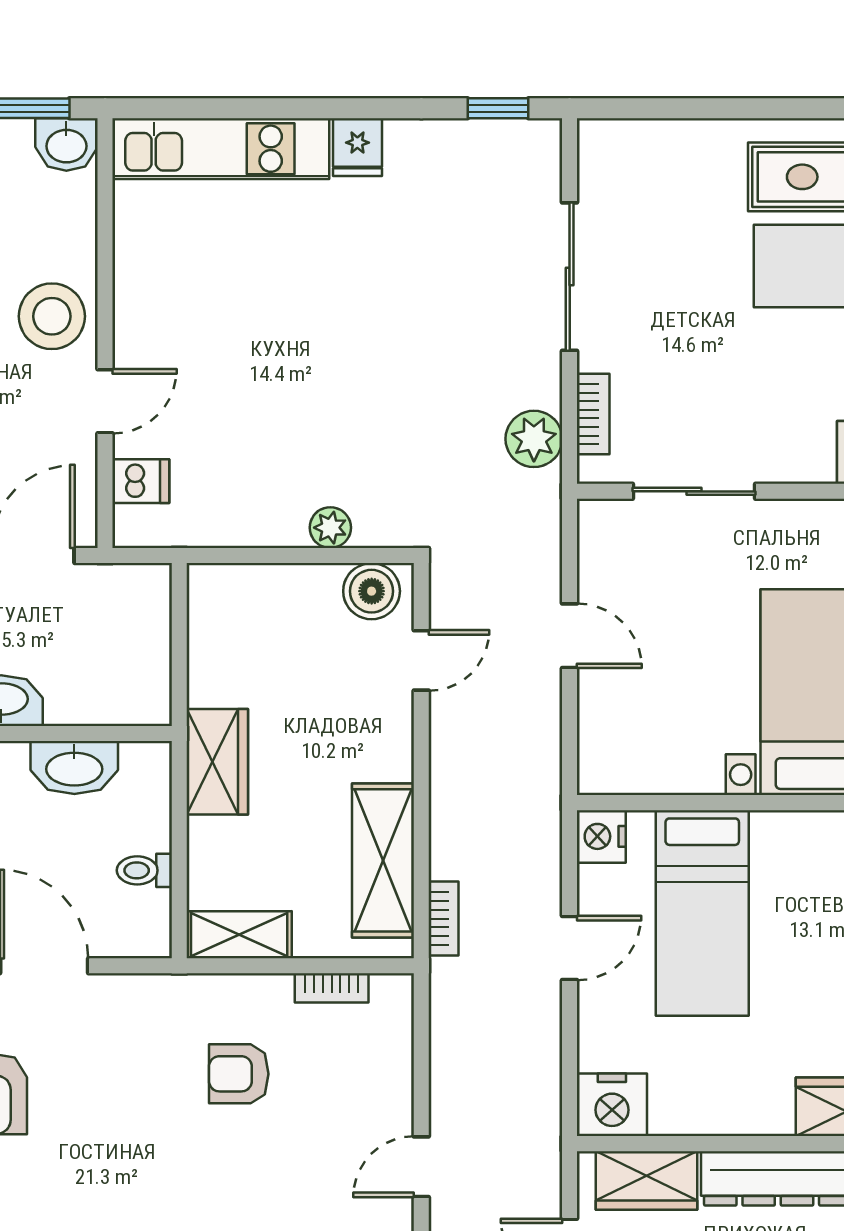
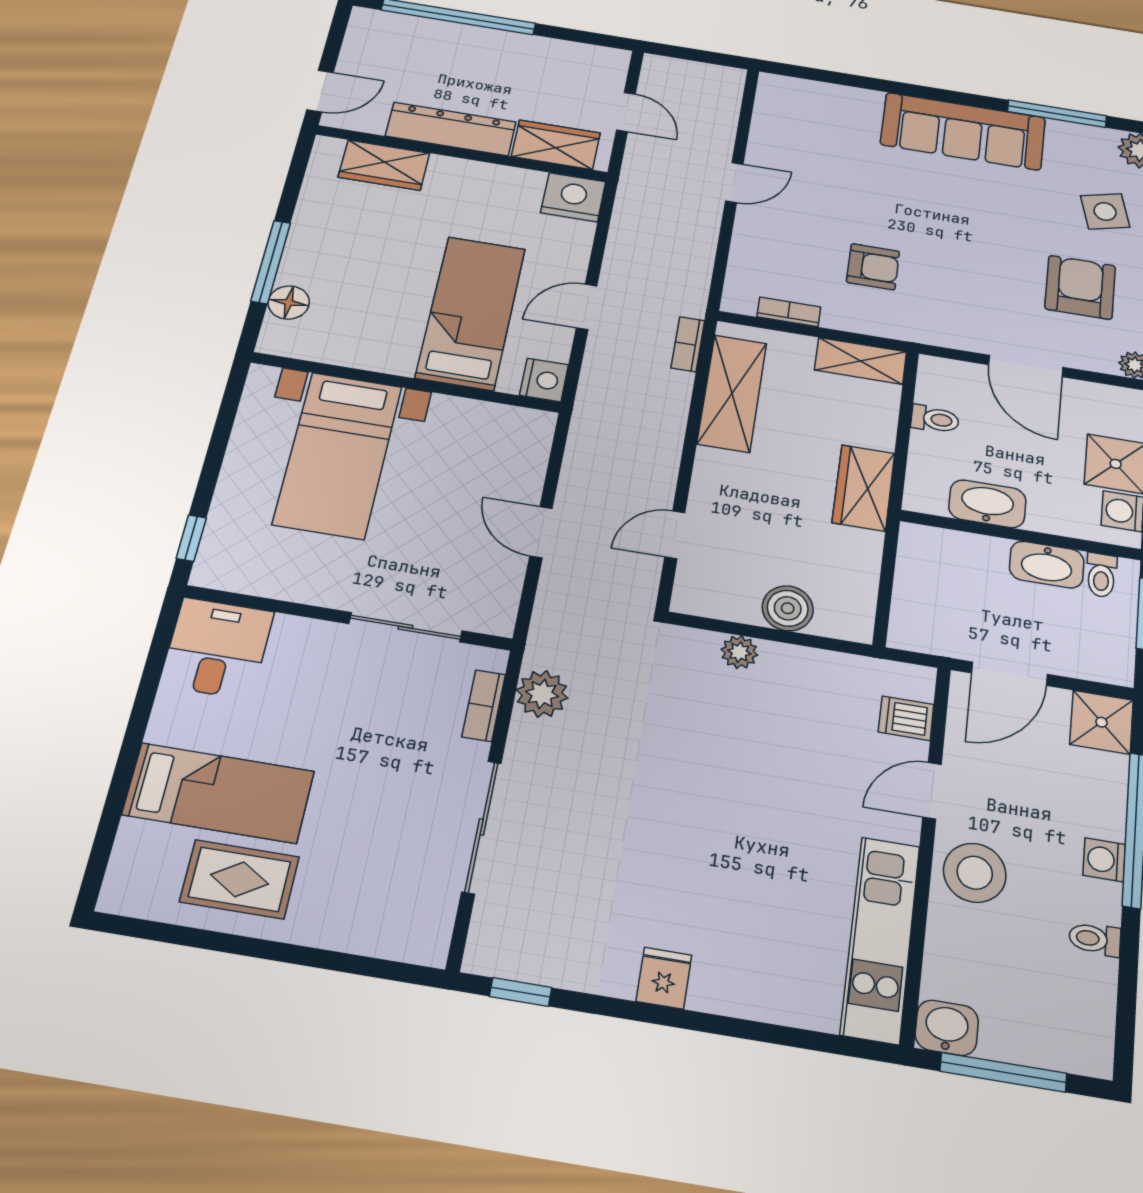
kitchen unit: (221, 149) -> (880, 939), moved, turned -90
boiler: (372, 591) -> (788, 608), moved

